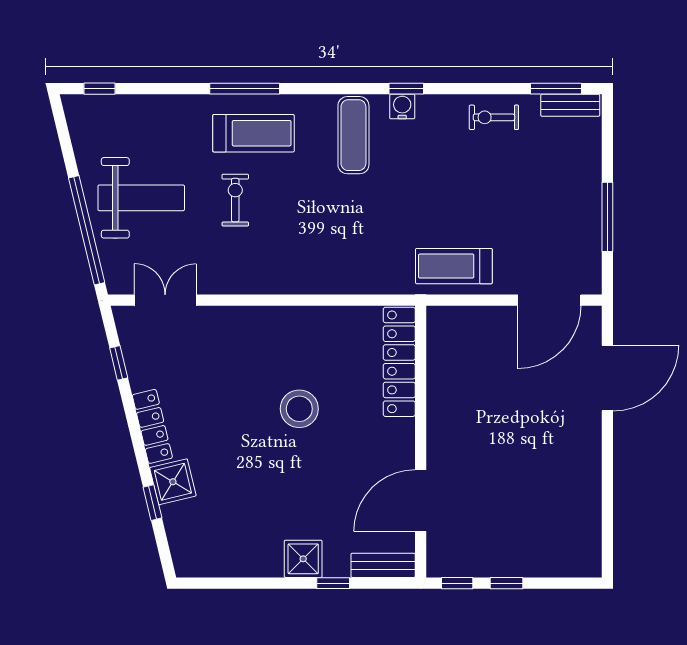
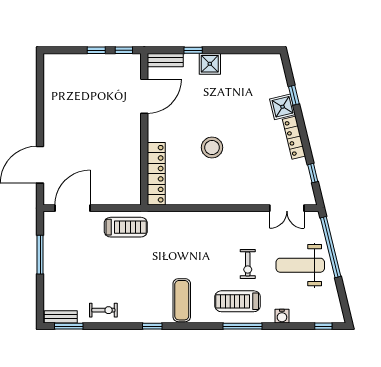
water cooler: (402, 107) -> (282, 316), moved

